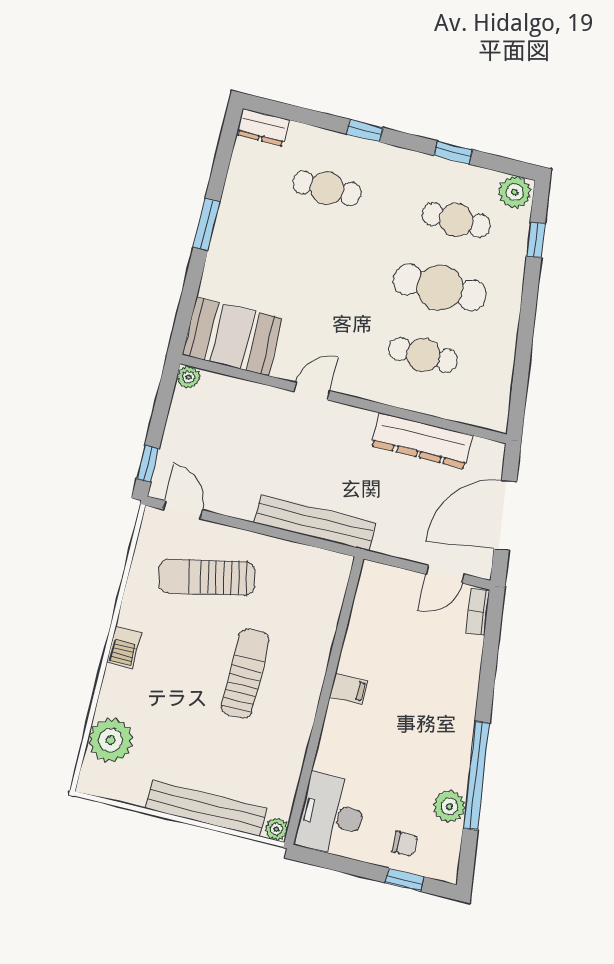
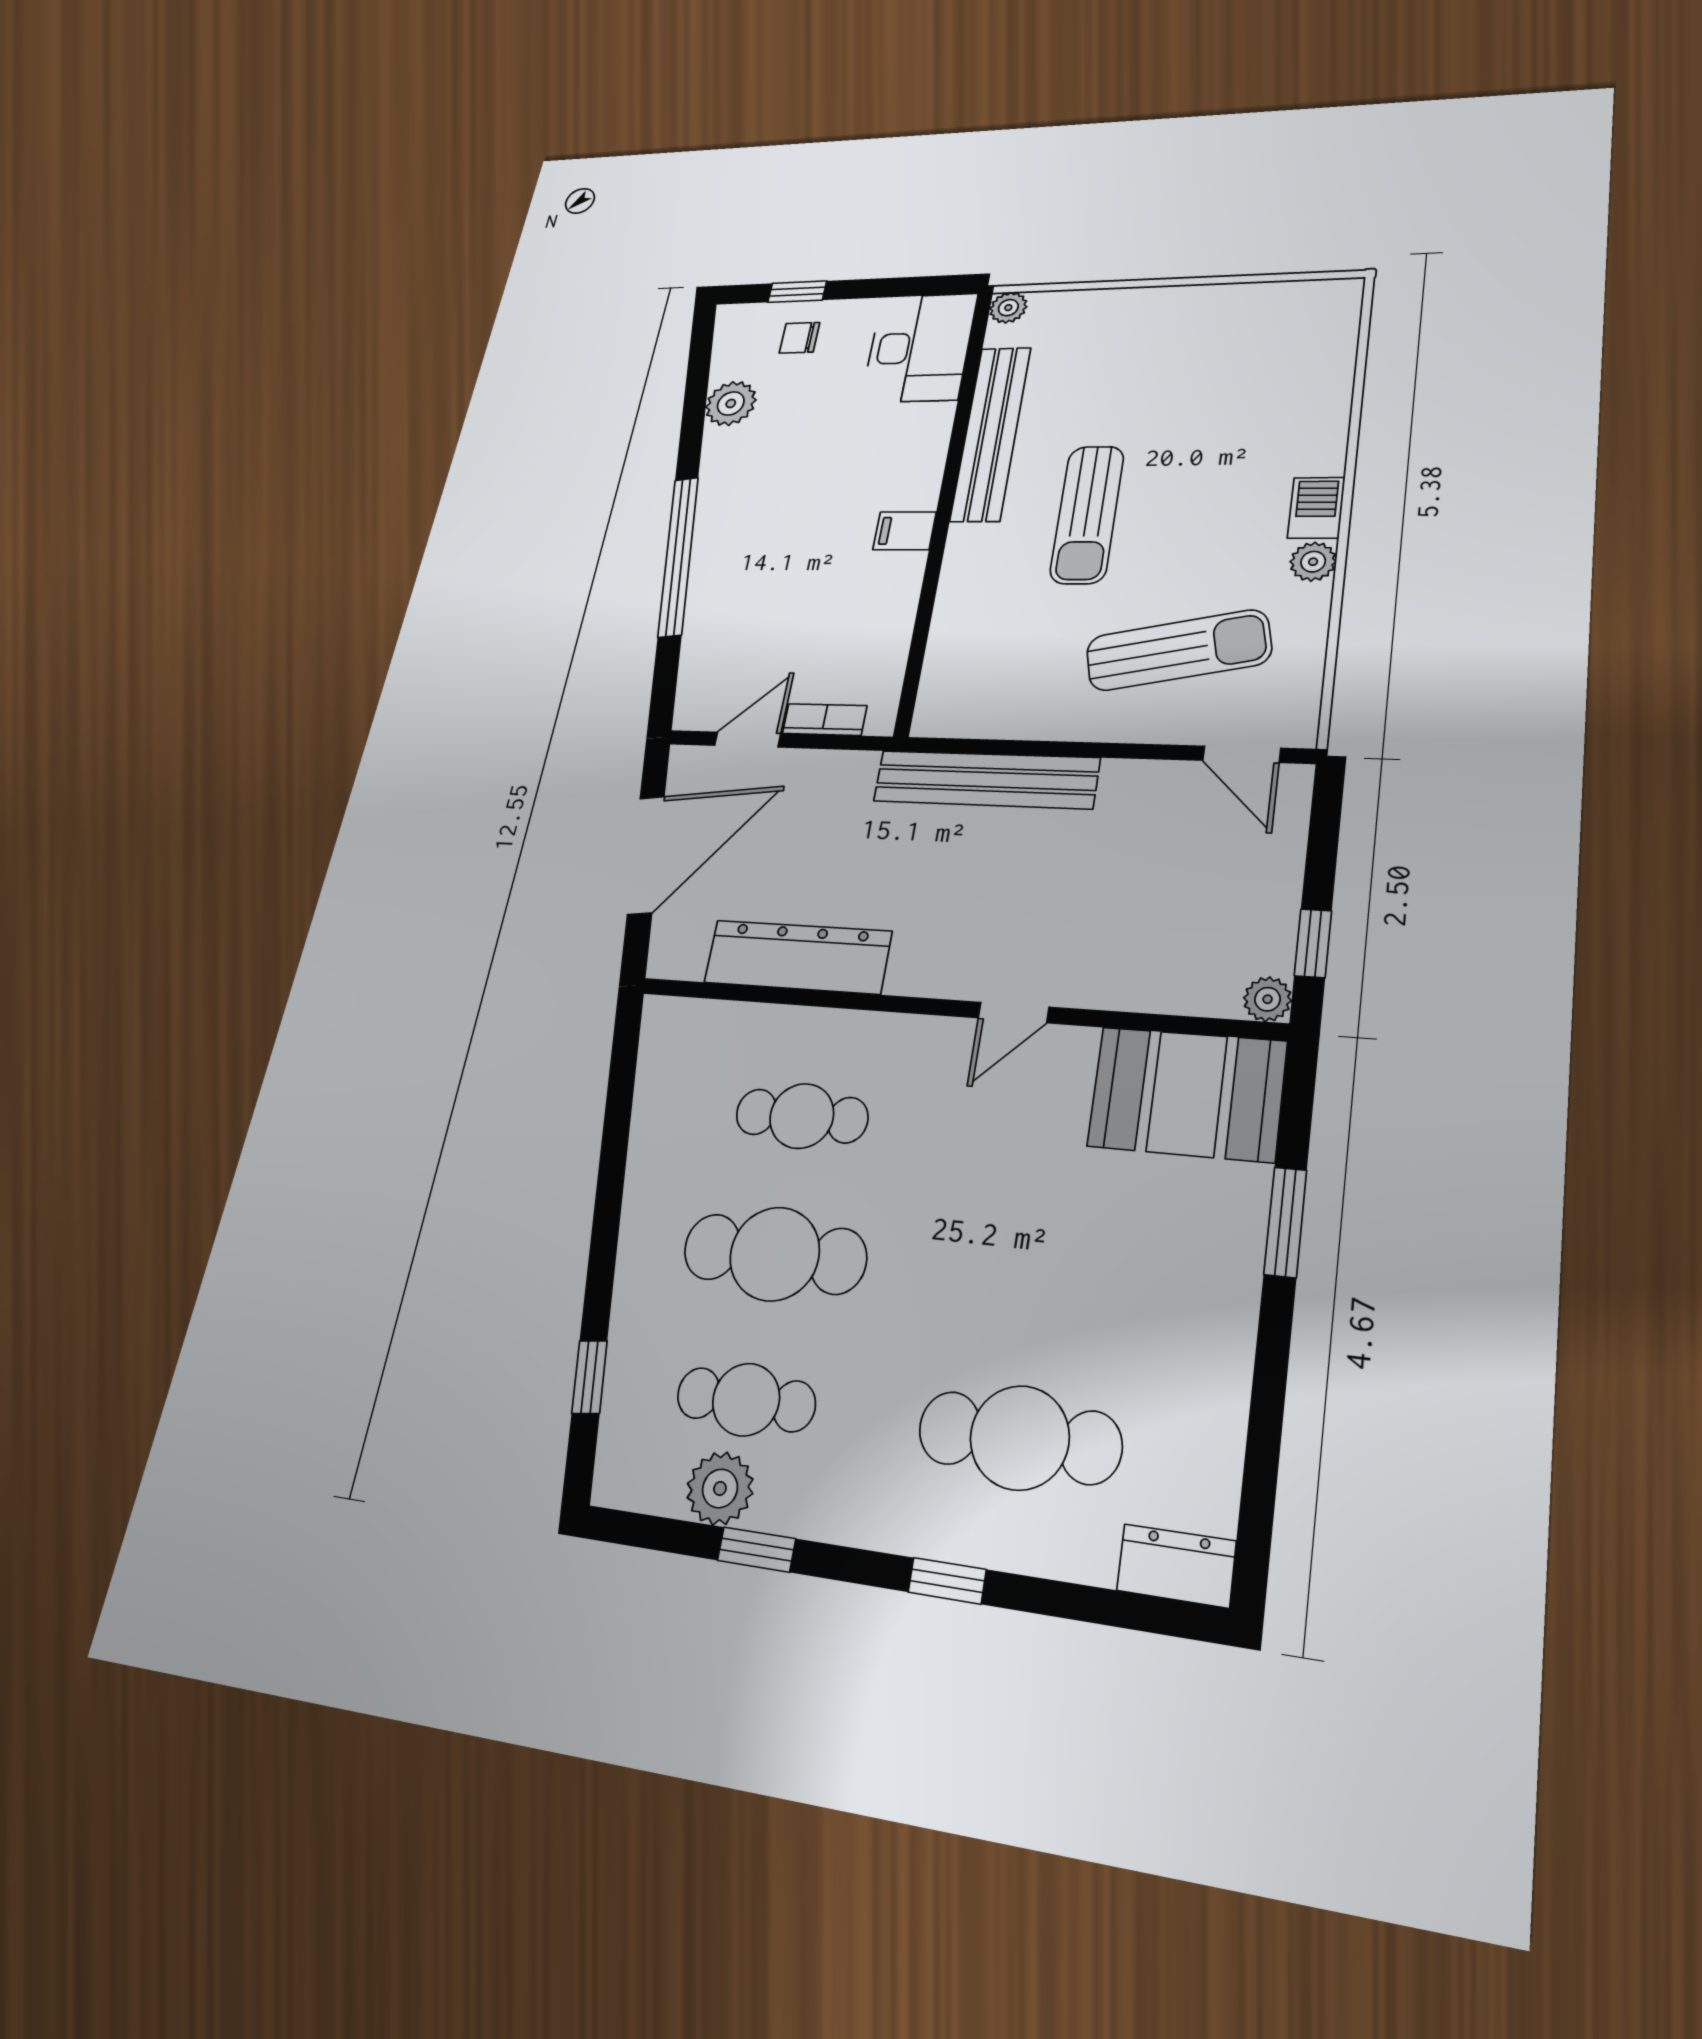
cafe table: (327, 188) -> (1020, 1438), width x1.37, depth x1.35
plant: (515, 192) -> (720, 1488), moved
window: (207, 224) -> (1285, 1222), moved
window: (148, 464) -> (1313, 943), moved
bookcase: (478, 612) -> (825, 720), moved, turned -83
plant: (111, 740) -> (1313, 562), moved, width x0.53, depth x0.53
window: (476, 776) -> (678, 556), moved
bench: (206, 808) -> (991, 433), moved, turned 90

